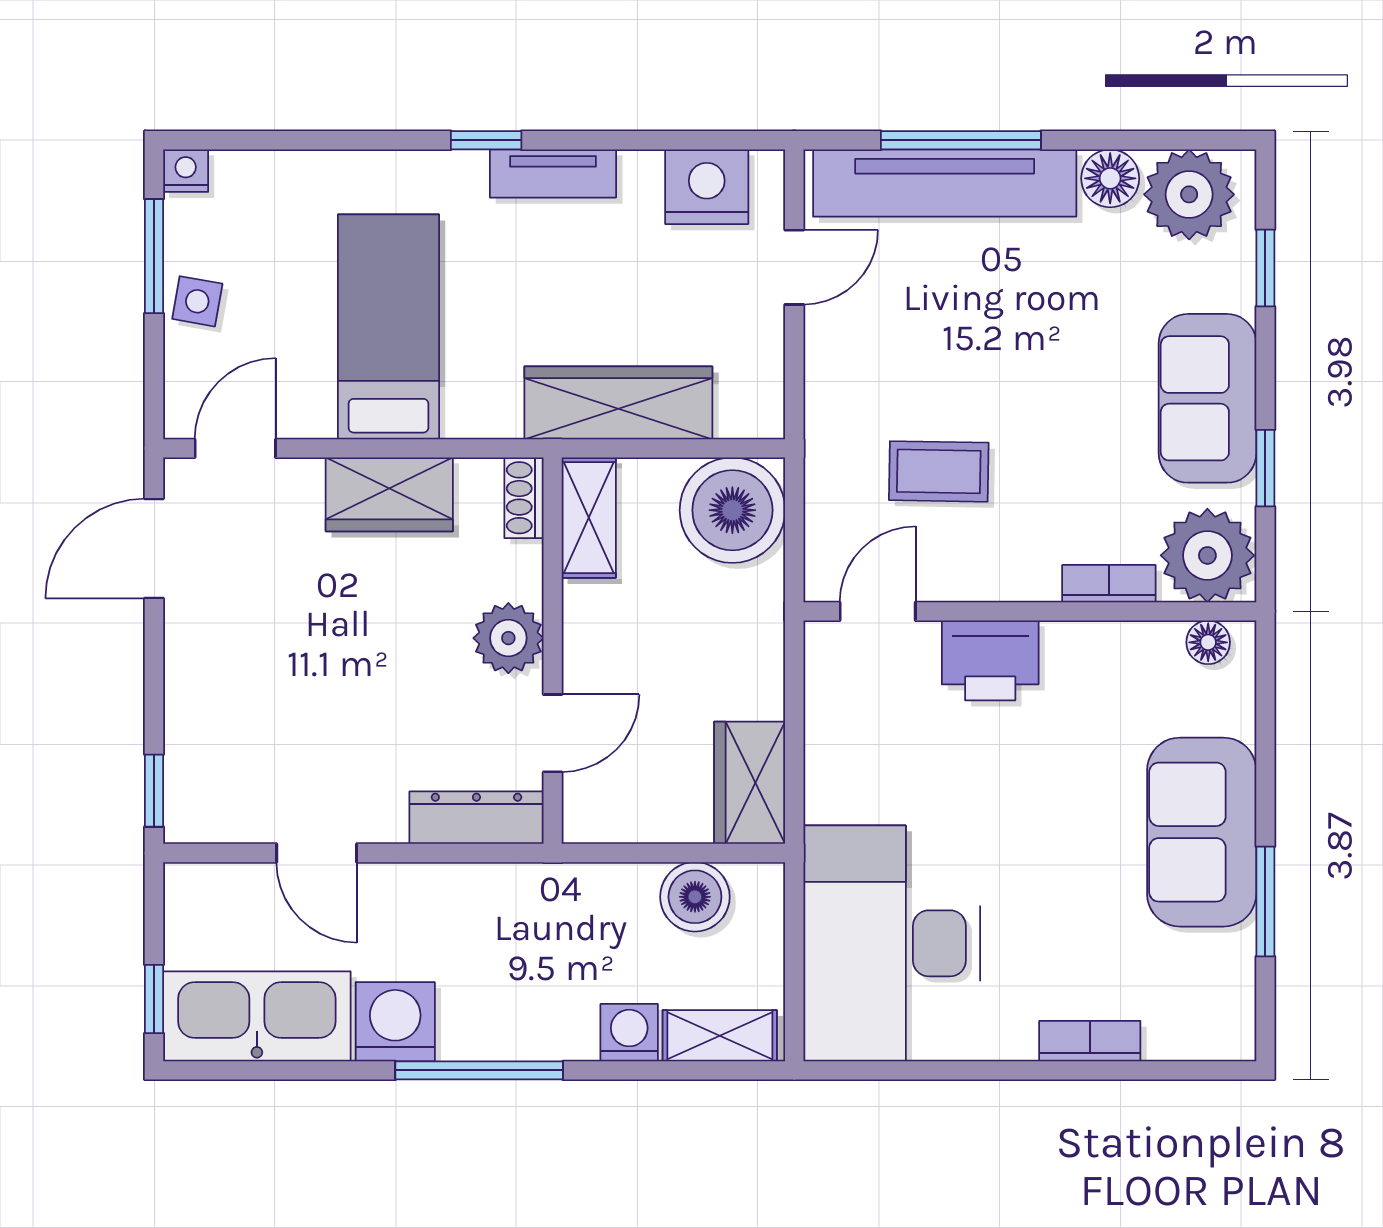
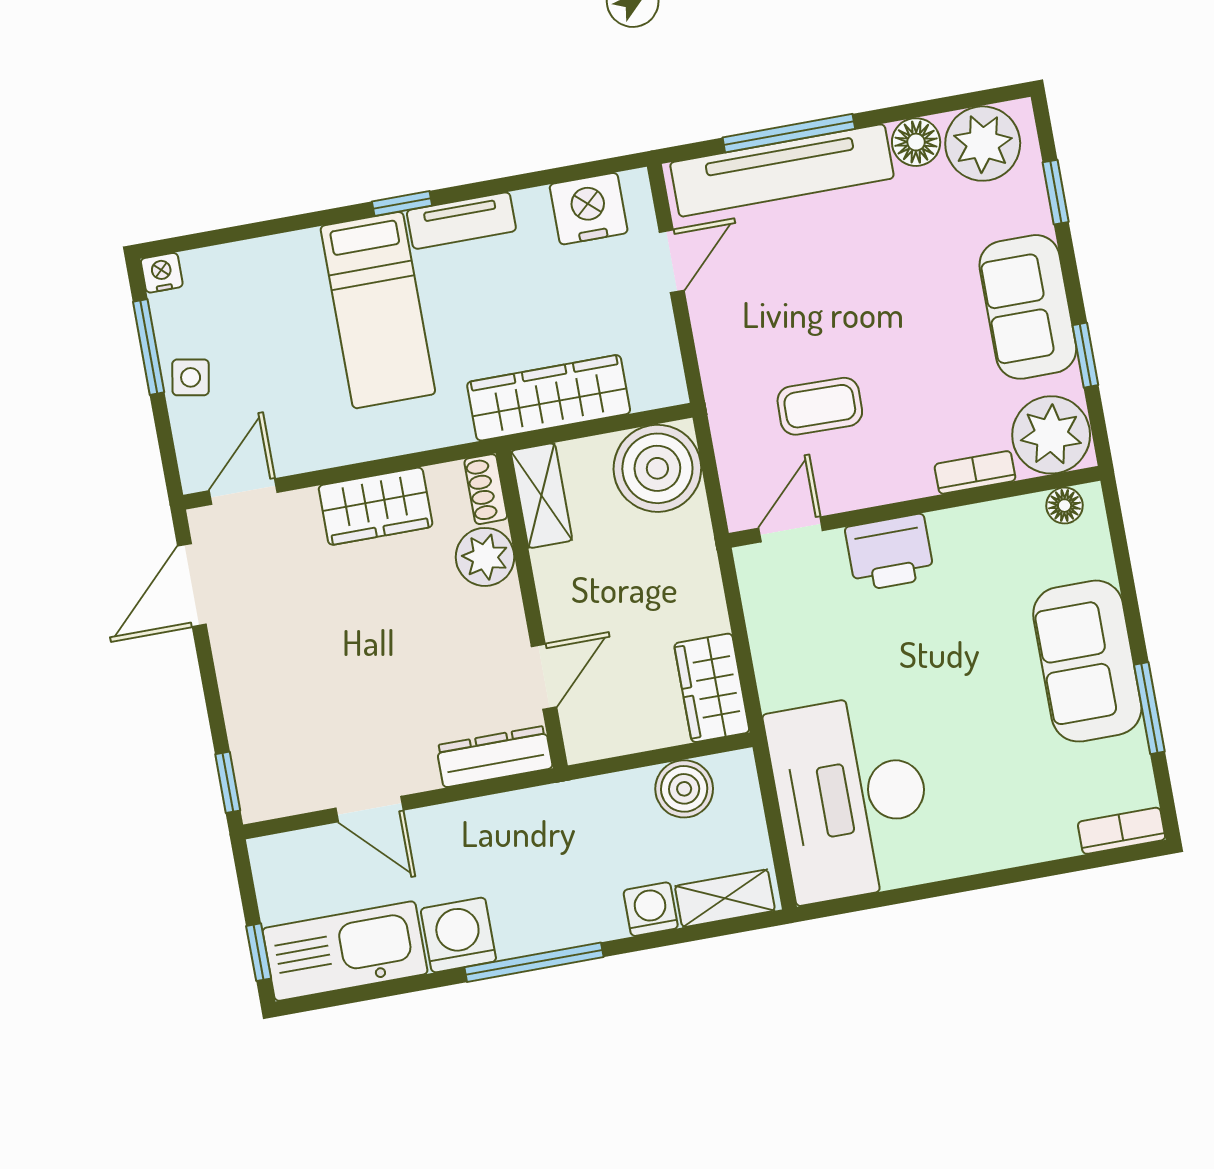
bed: (388, 327) -> (378, 310), moved, turned 180
plant: (508, 638) -> (485, 557), moved
bookcase: (1090, 1041) -> (1122, 831), moved

